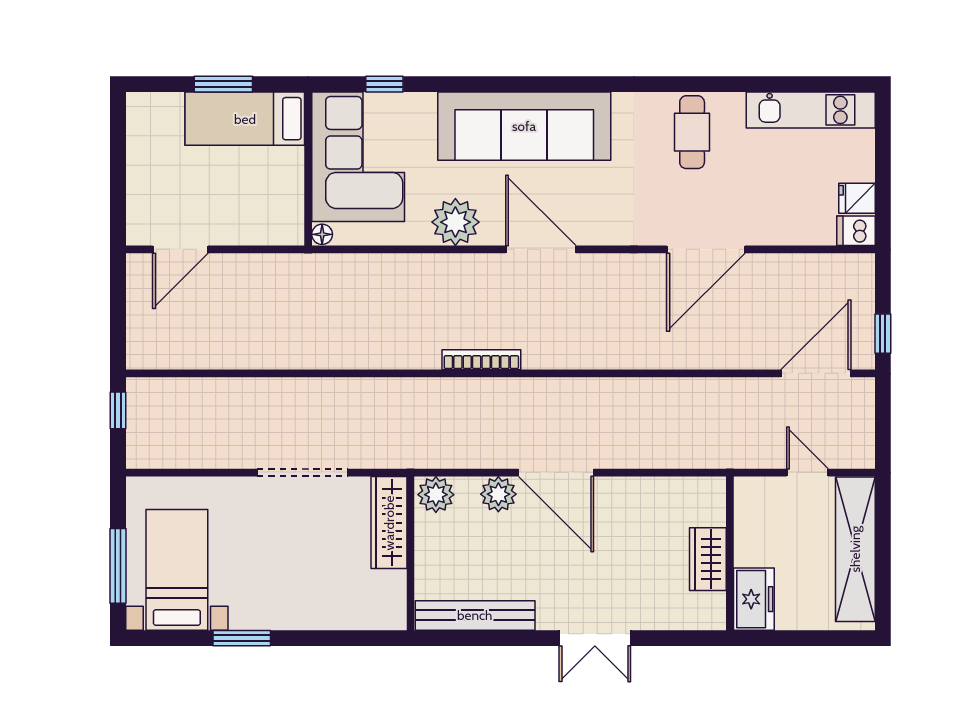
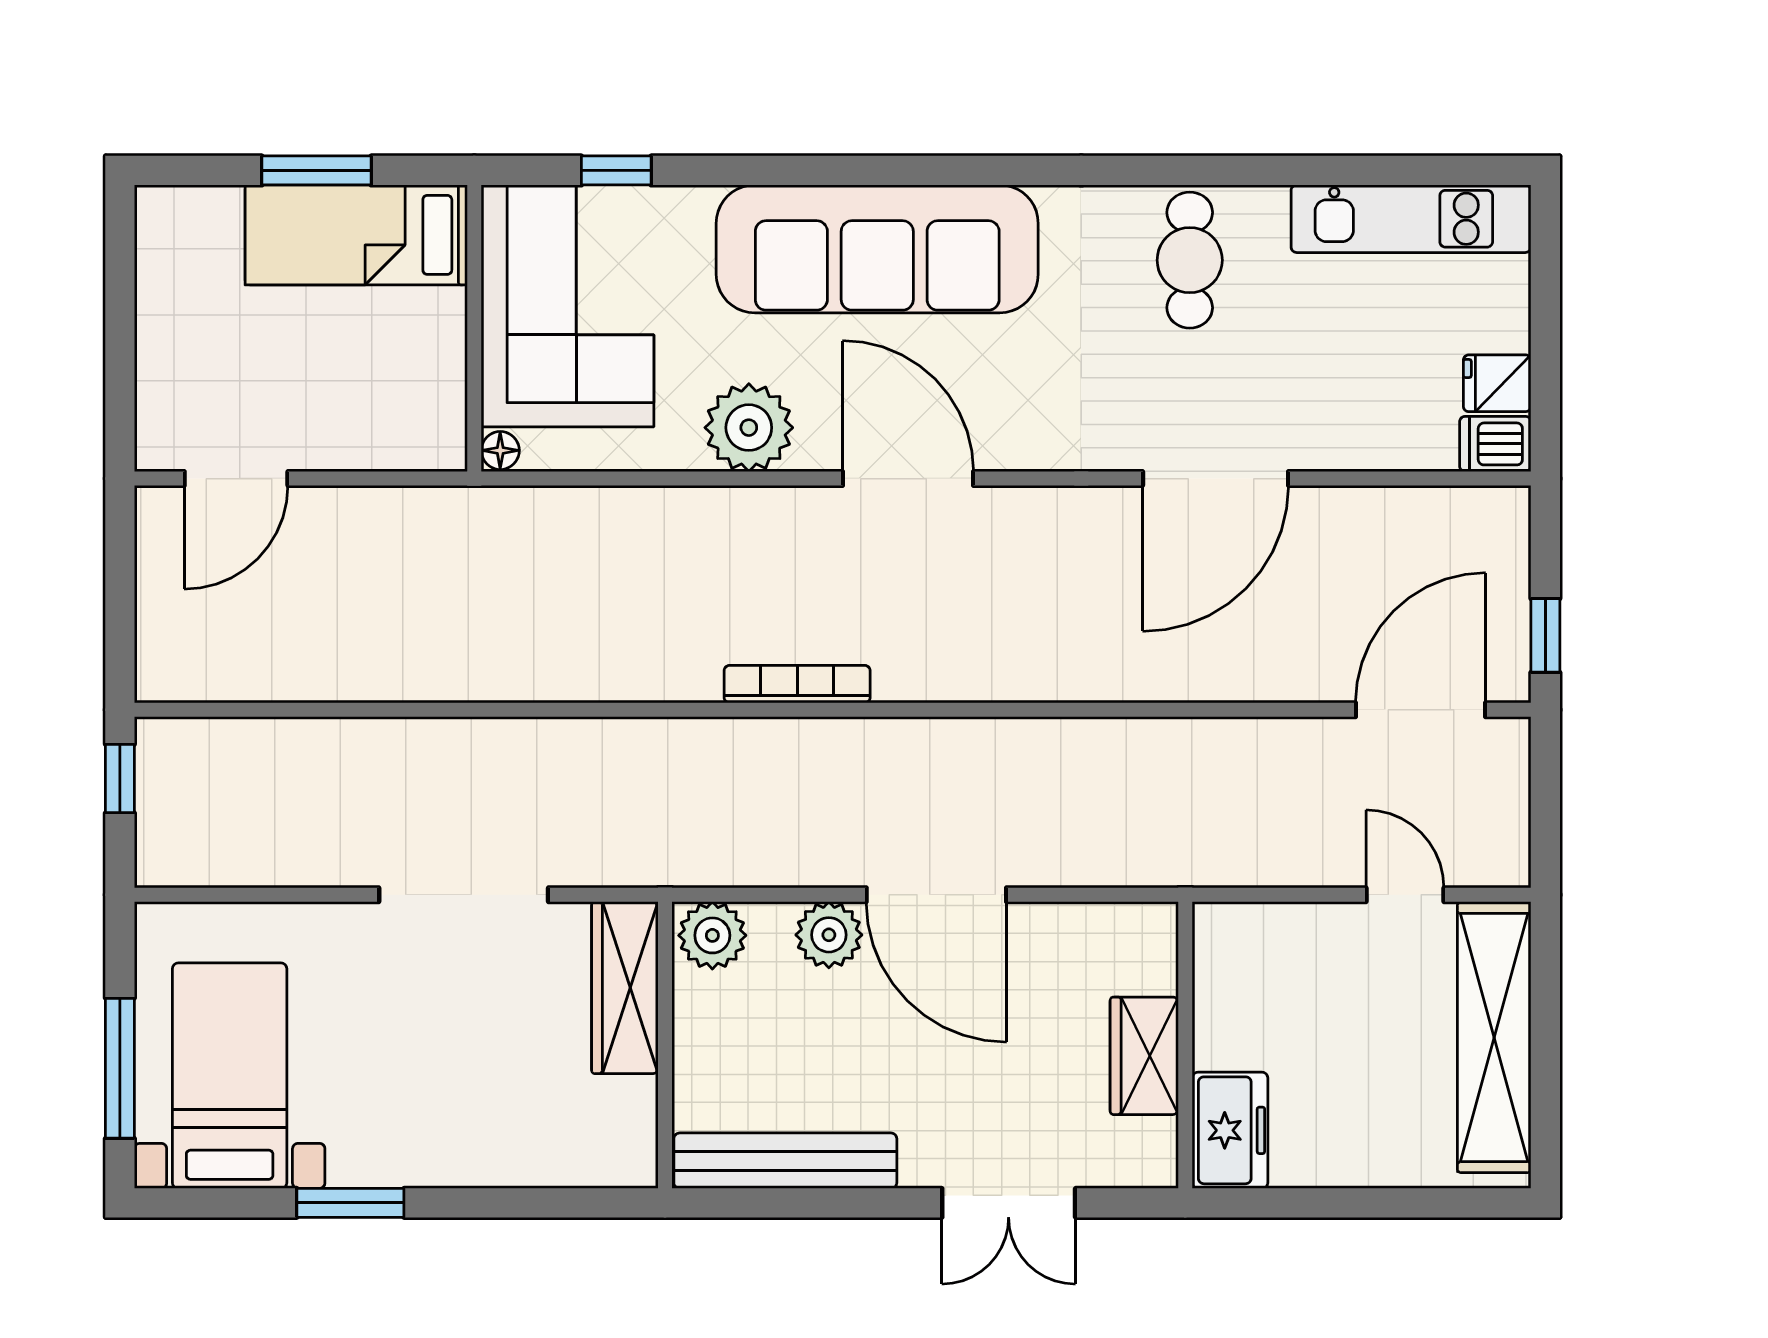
wall: (730, 553) -> (1185, 1045), moved
wardrobe: (708, 559) -> (1144, 1056), moved
freezer: (754, 599) -> (1230, 1130), moved

